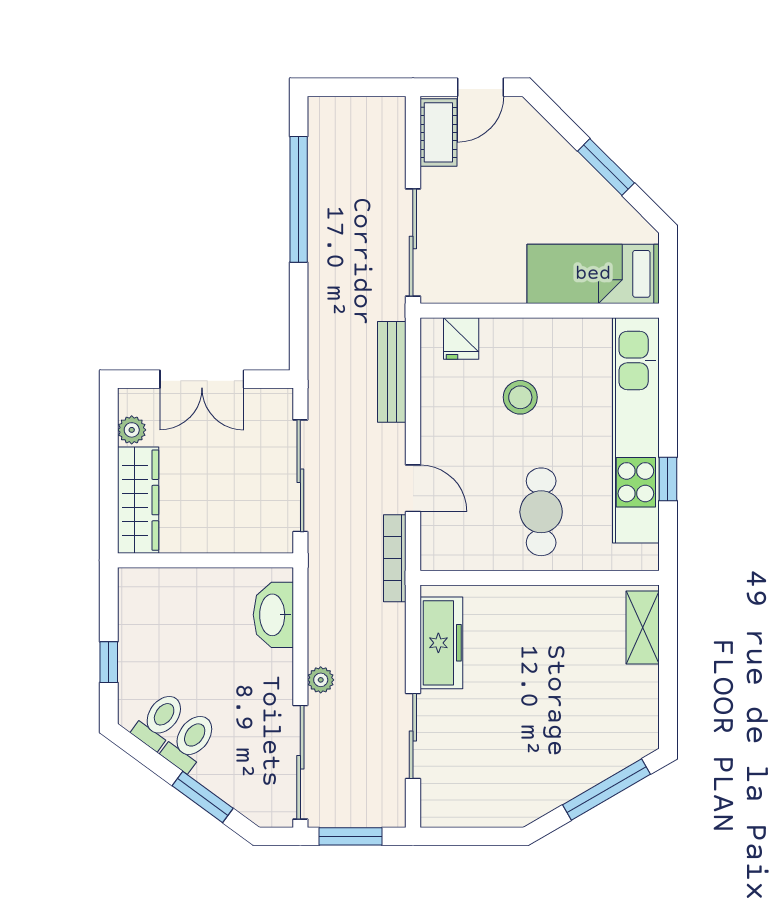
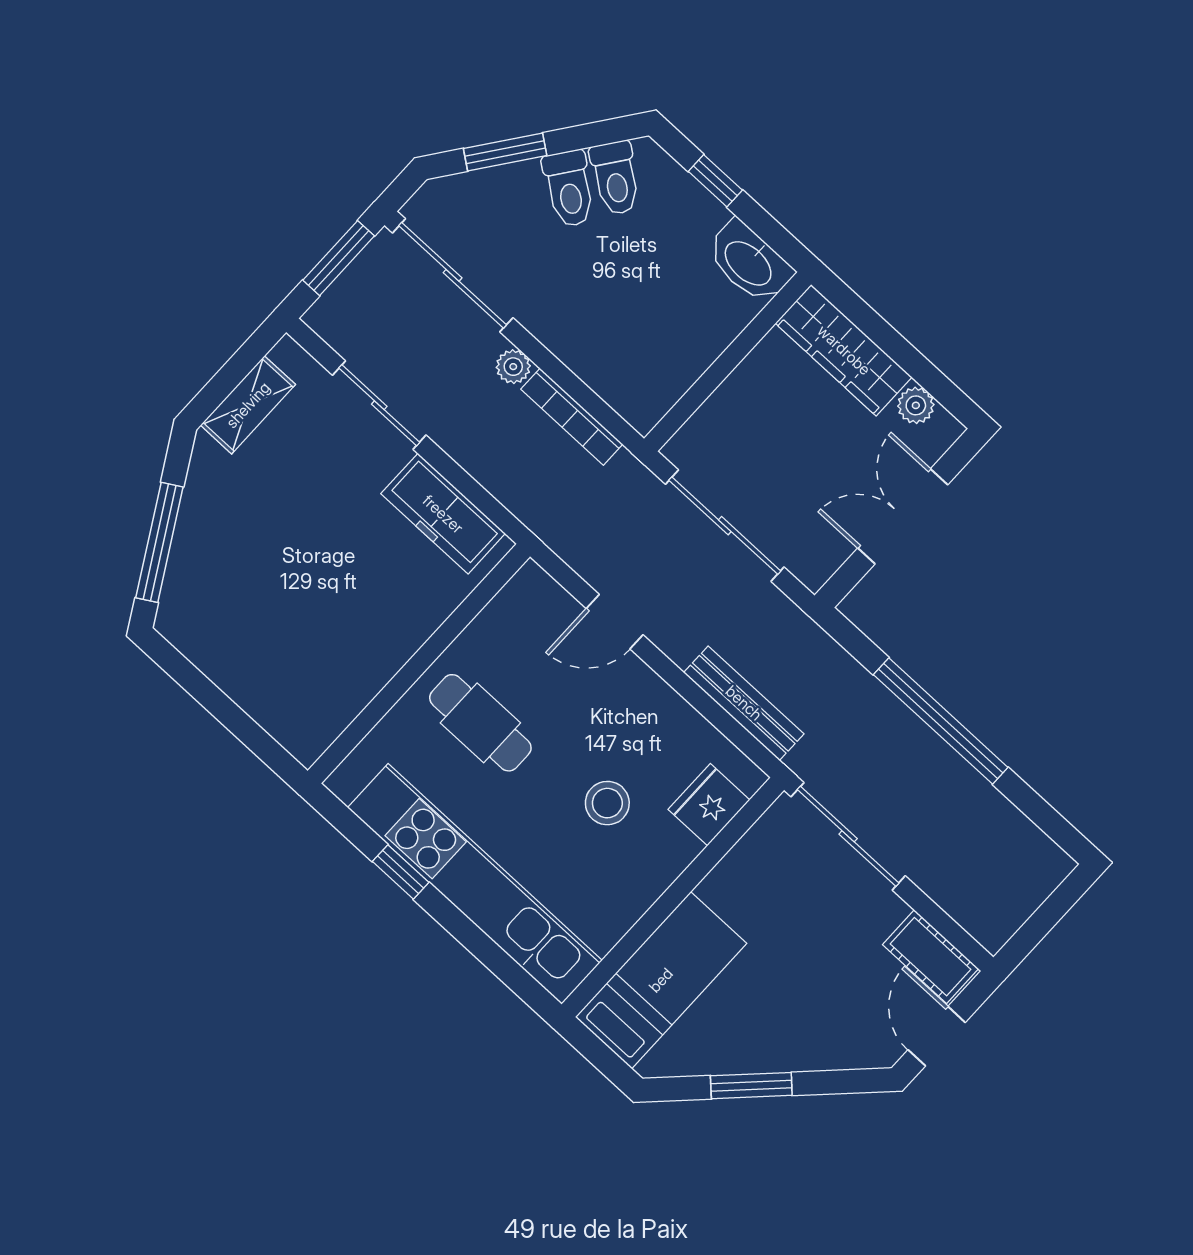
window: (299, 199) -> (941, 721), moved
fridge: (461, 339) -> (709, 805), width x1.38
bookcase: (395, 558) -> (572, 417), moved, turned 180
washbasin: (273, 615) -> (749, 262), moved, turned 180
shelving: (643, 627) -> (248, 405), moved, turned 90

